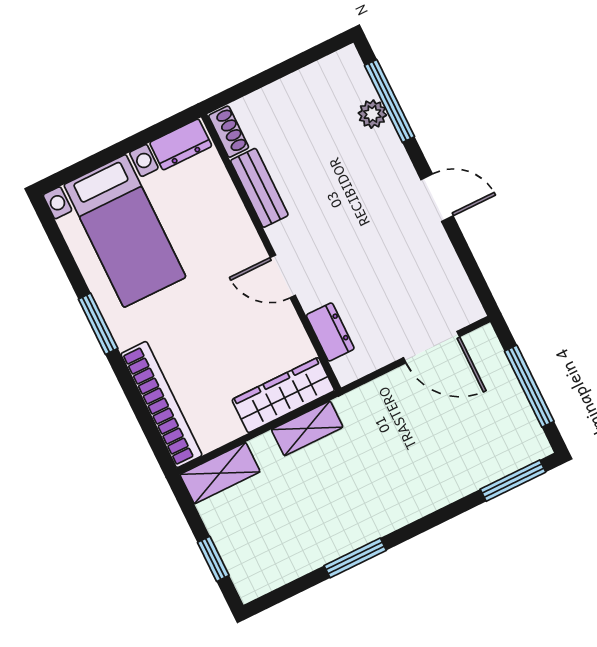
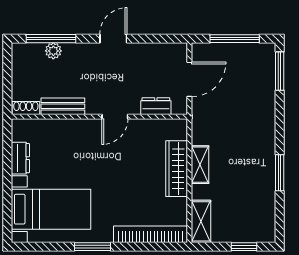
shoe rack: (229, 132) -> (26, 108), moved
bench: (259, 188) -> (63, 106), moved
wall: (271, 252) -> (99, 117), moved
door: (283, 276) -> (115, 117), moved
dresser: (330, 332) -> (156, 106), moved

